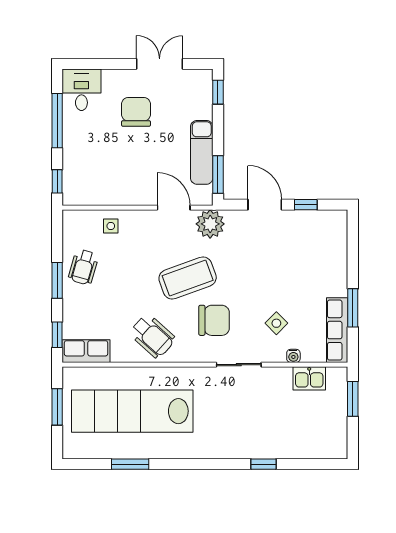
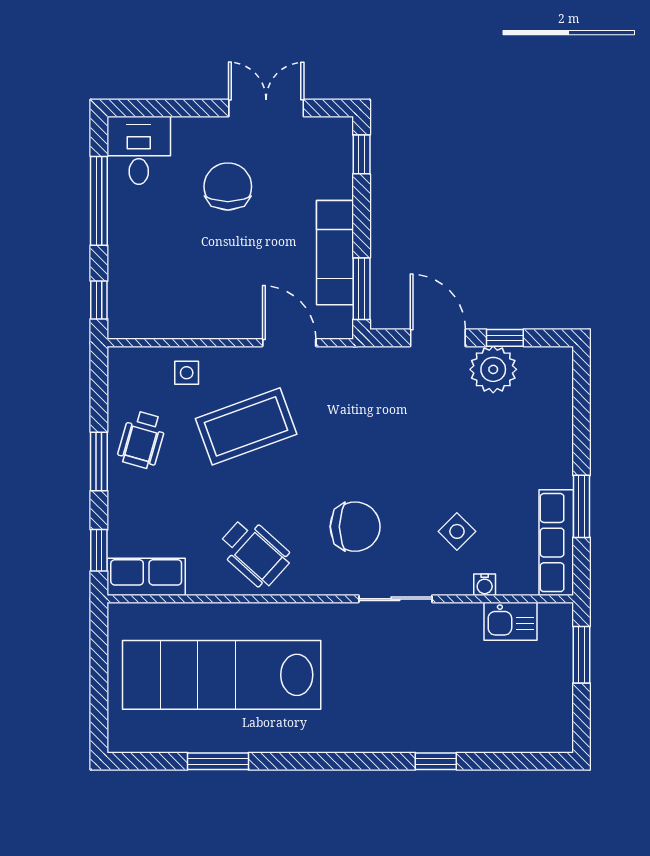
plant: (210, 224) -> (493, 369), moved
coffee table: (188, 278) -> (246, 426), moved
window: (57, 407) -> (99, 668), removed

